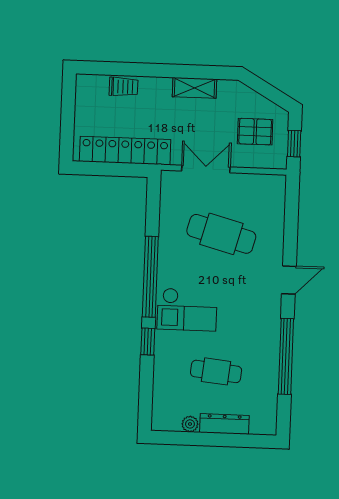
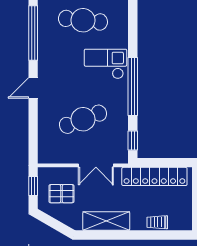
shelving: (195, 88) -> (106, 221), width x1.50, depth x1.33
cafe table: (221, 234) -> (83, 119), turned -36
window: (148, 342) -> (133, 141), moved
cafe table: (216, 371) -> (83, 20), width x1.37, depth x1.35

